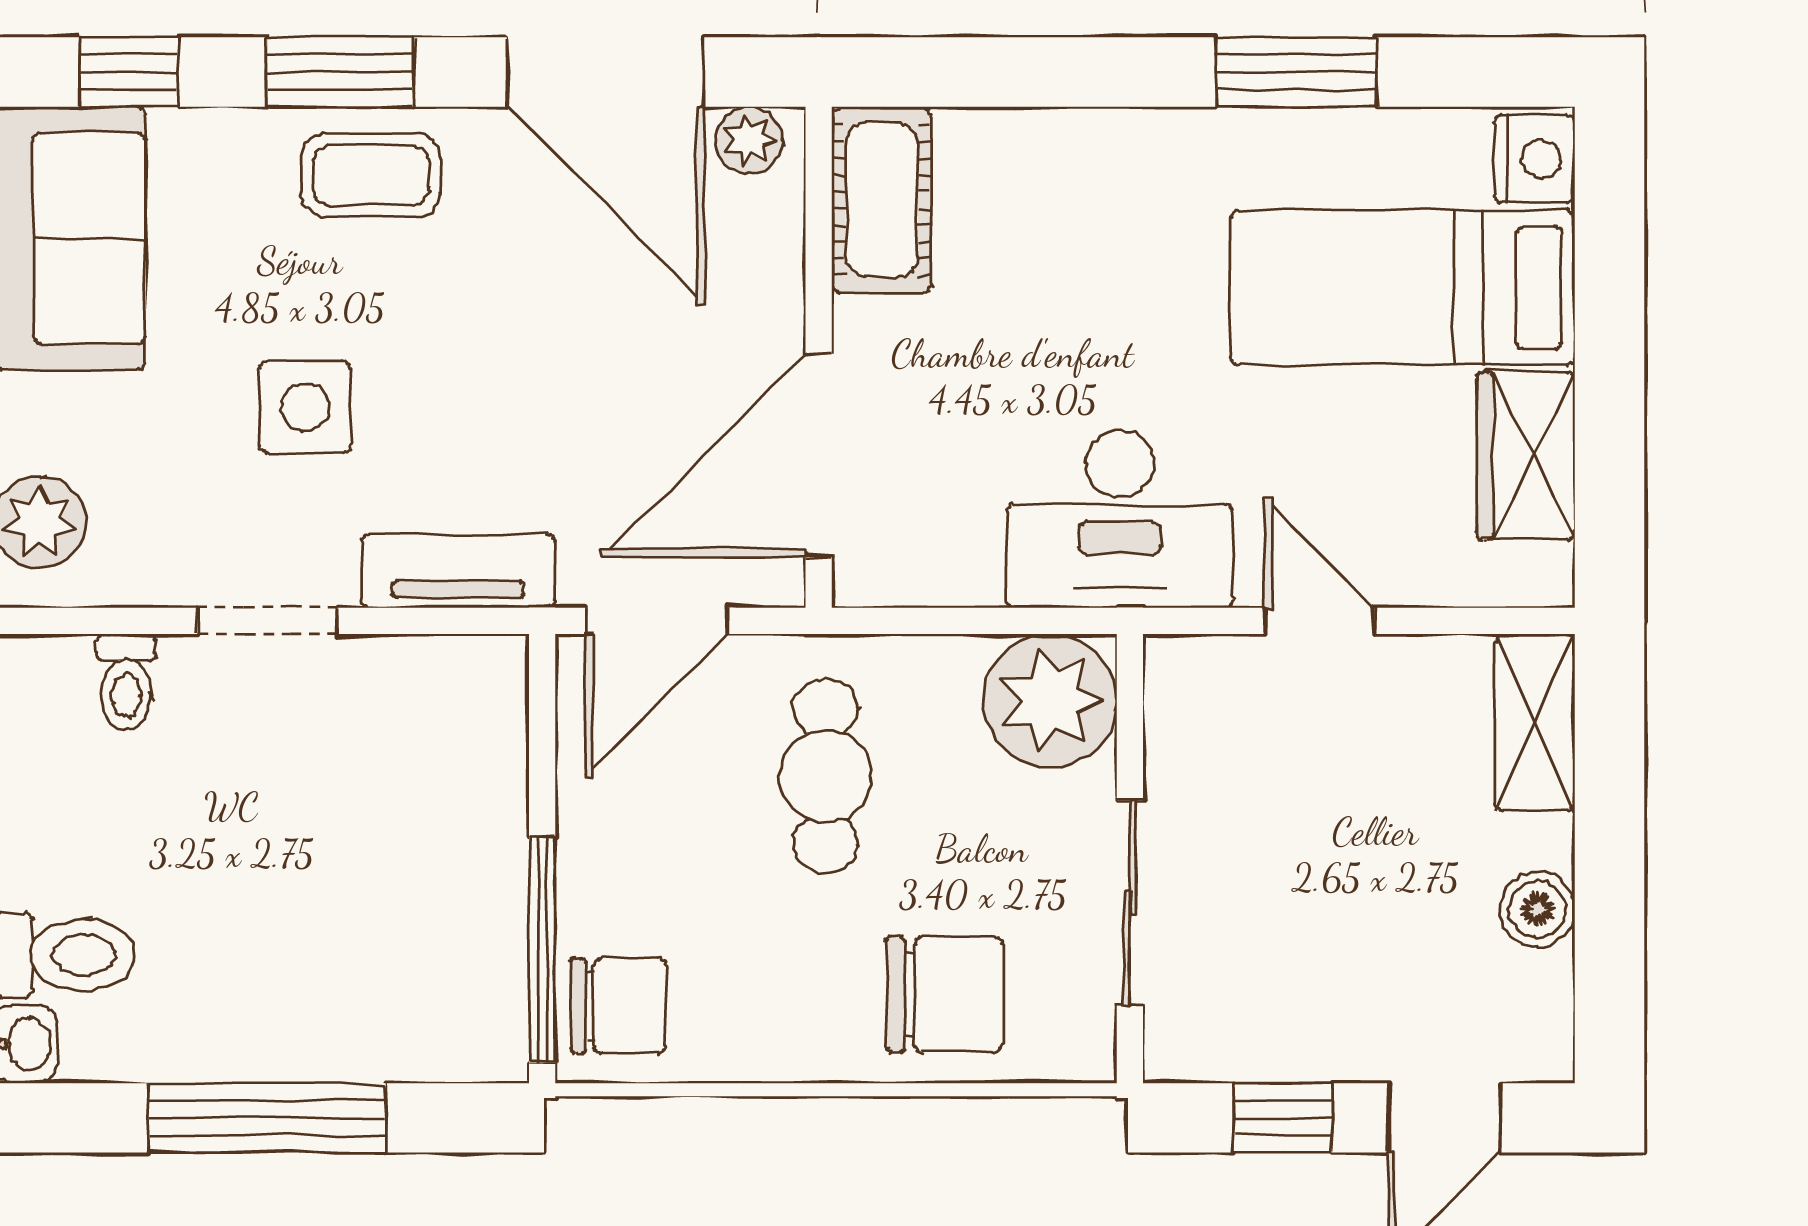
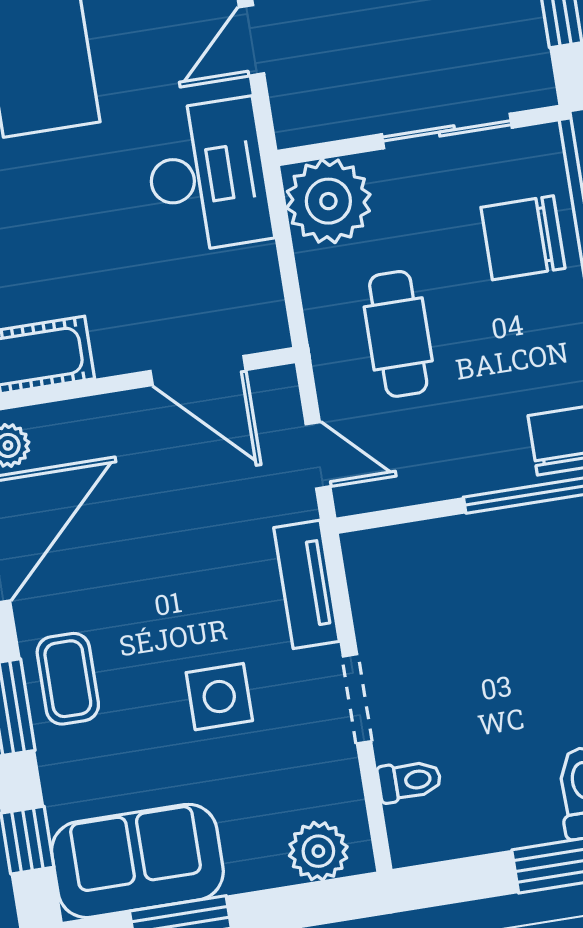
door: (819, 455) -> (198, 370), width x0.73
door: (656, 621) -> (318, 455), width x0.73
cafe table: (826, 776) -> (398, 334), turned 90
chair: (944, 995) -> (523, 238), turned -90

